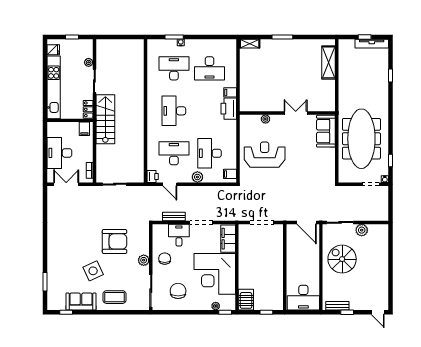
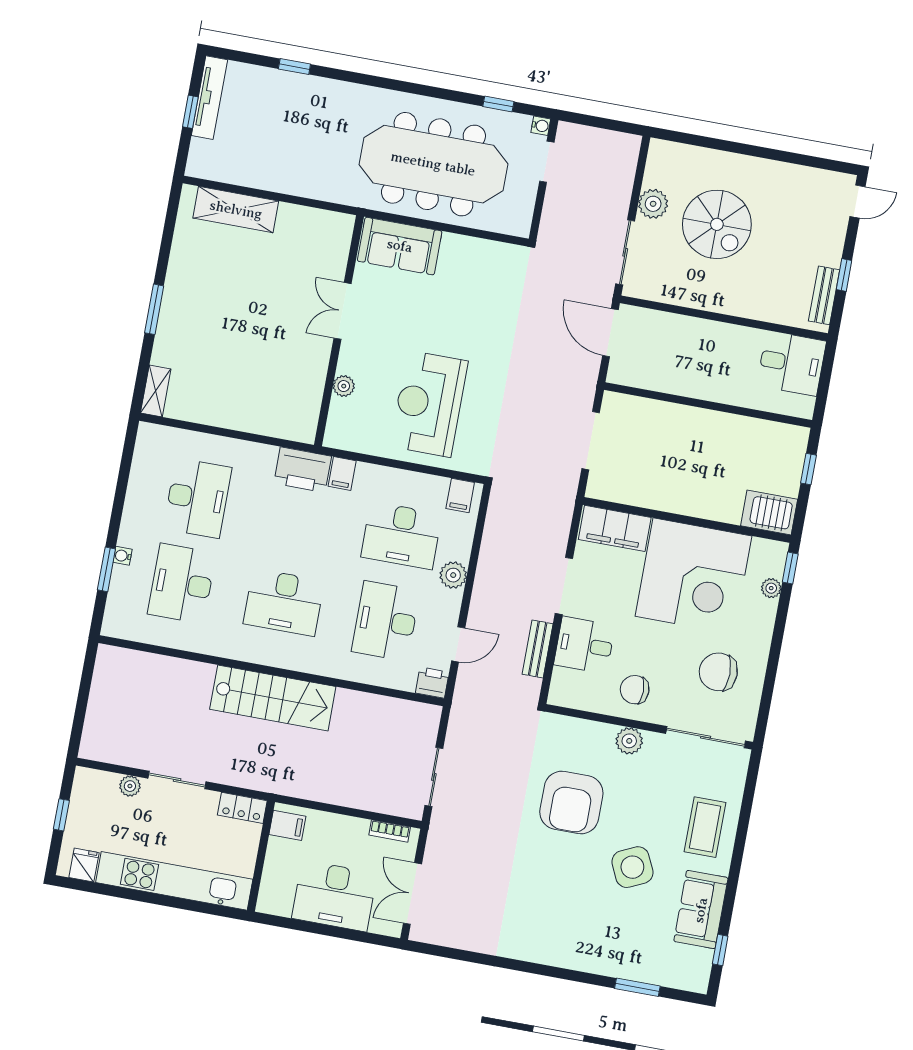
filing cabinet: (230, 92) -> (342, 474), moved
stairs: (105, 119) -> (273, 698), moved, turned 180
door: (307, 222) -> (610, 333), swing flipped
armchair: (115, 241) -> (571, 803), turned 180
spiral stairs: (342, 259) -> (717, 224), moved, turned -90
desk: (303, 298) -> (792, 363), width x0.73

